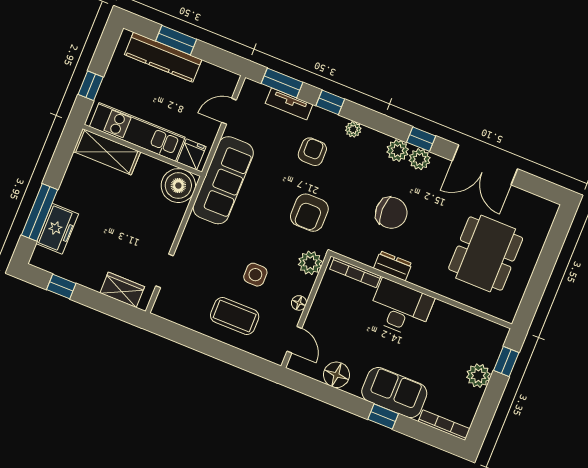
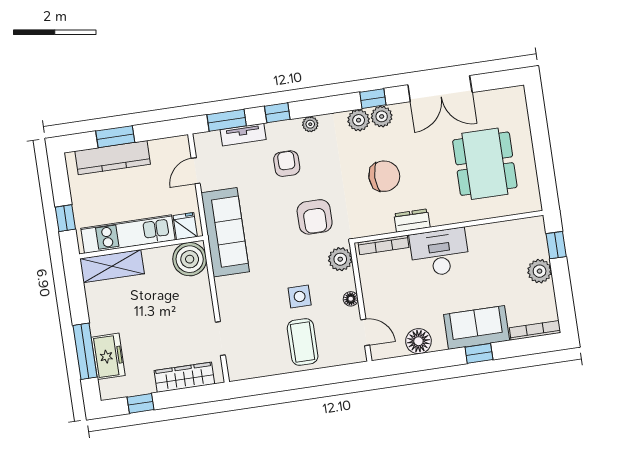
wardrobe: (122, 290) -> (184, 377), width x1.50
coffee table: (235, 316) -> (303, 342), turned 90

